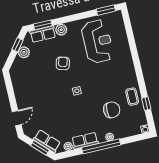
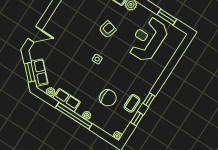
window: (106, 10) -> (167, 17), moved
reception desk: (98, 41) -> (148, 39), turned 180
window: (141, 82) -> (149, 100), added

